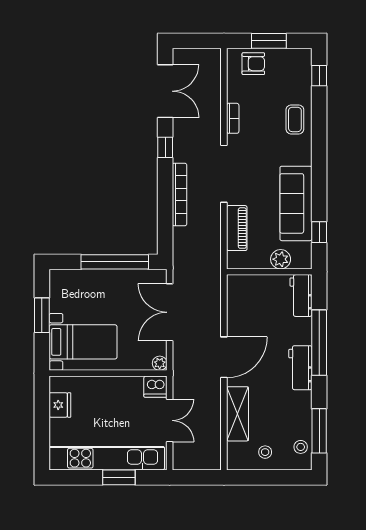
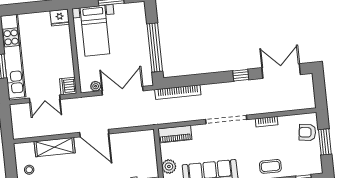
armchair: (253, 64) -> (307, 132), turned 98
double door: (165, 91) -> (281, 71), swing flipped
bookcase: (179, 195) -> (178, 92), moved
piano: (237, 228) -> (175, 134), moved
plant: (160, 363) -> (96, 86), moved
fridge: (60, 405) -> (60, 18), moved

